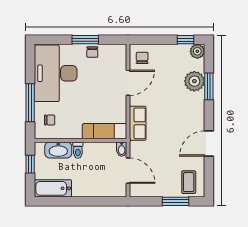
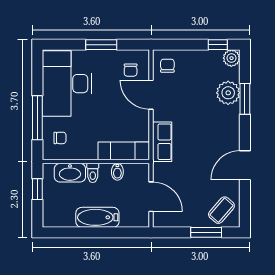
chair: (92, 52) -> (131, 70), moved
door: (128, 83) -> (151, 95), swing flipped
bidet: (122, 149) -> (117, 172), moved
coffee table: (189, 182) -> (221, 210), turned 41
bathtub: (53, 188) -> (97, 217), moved

